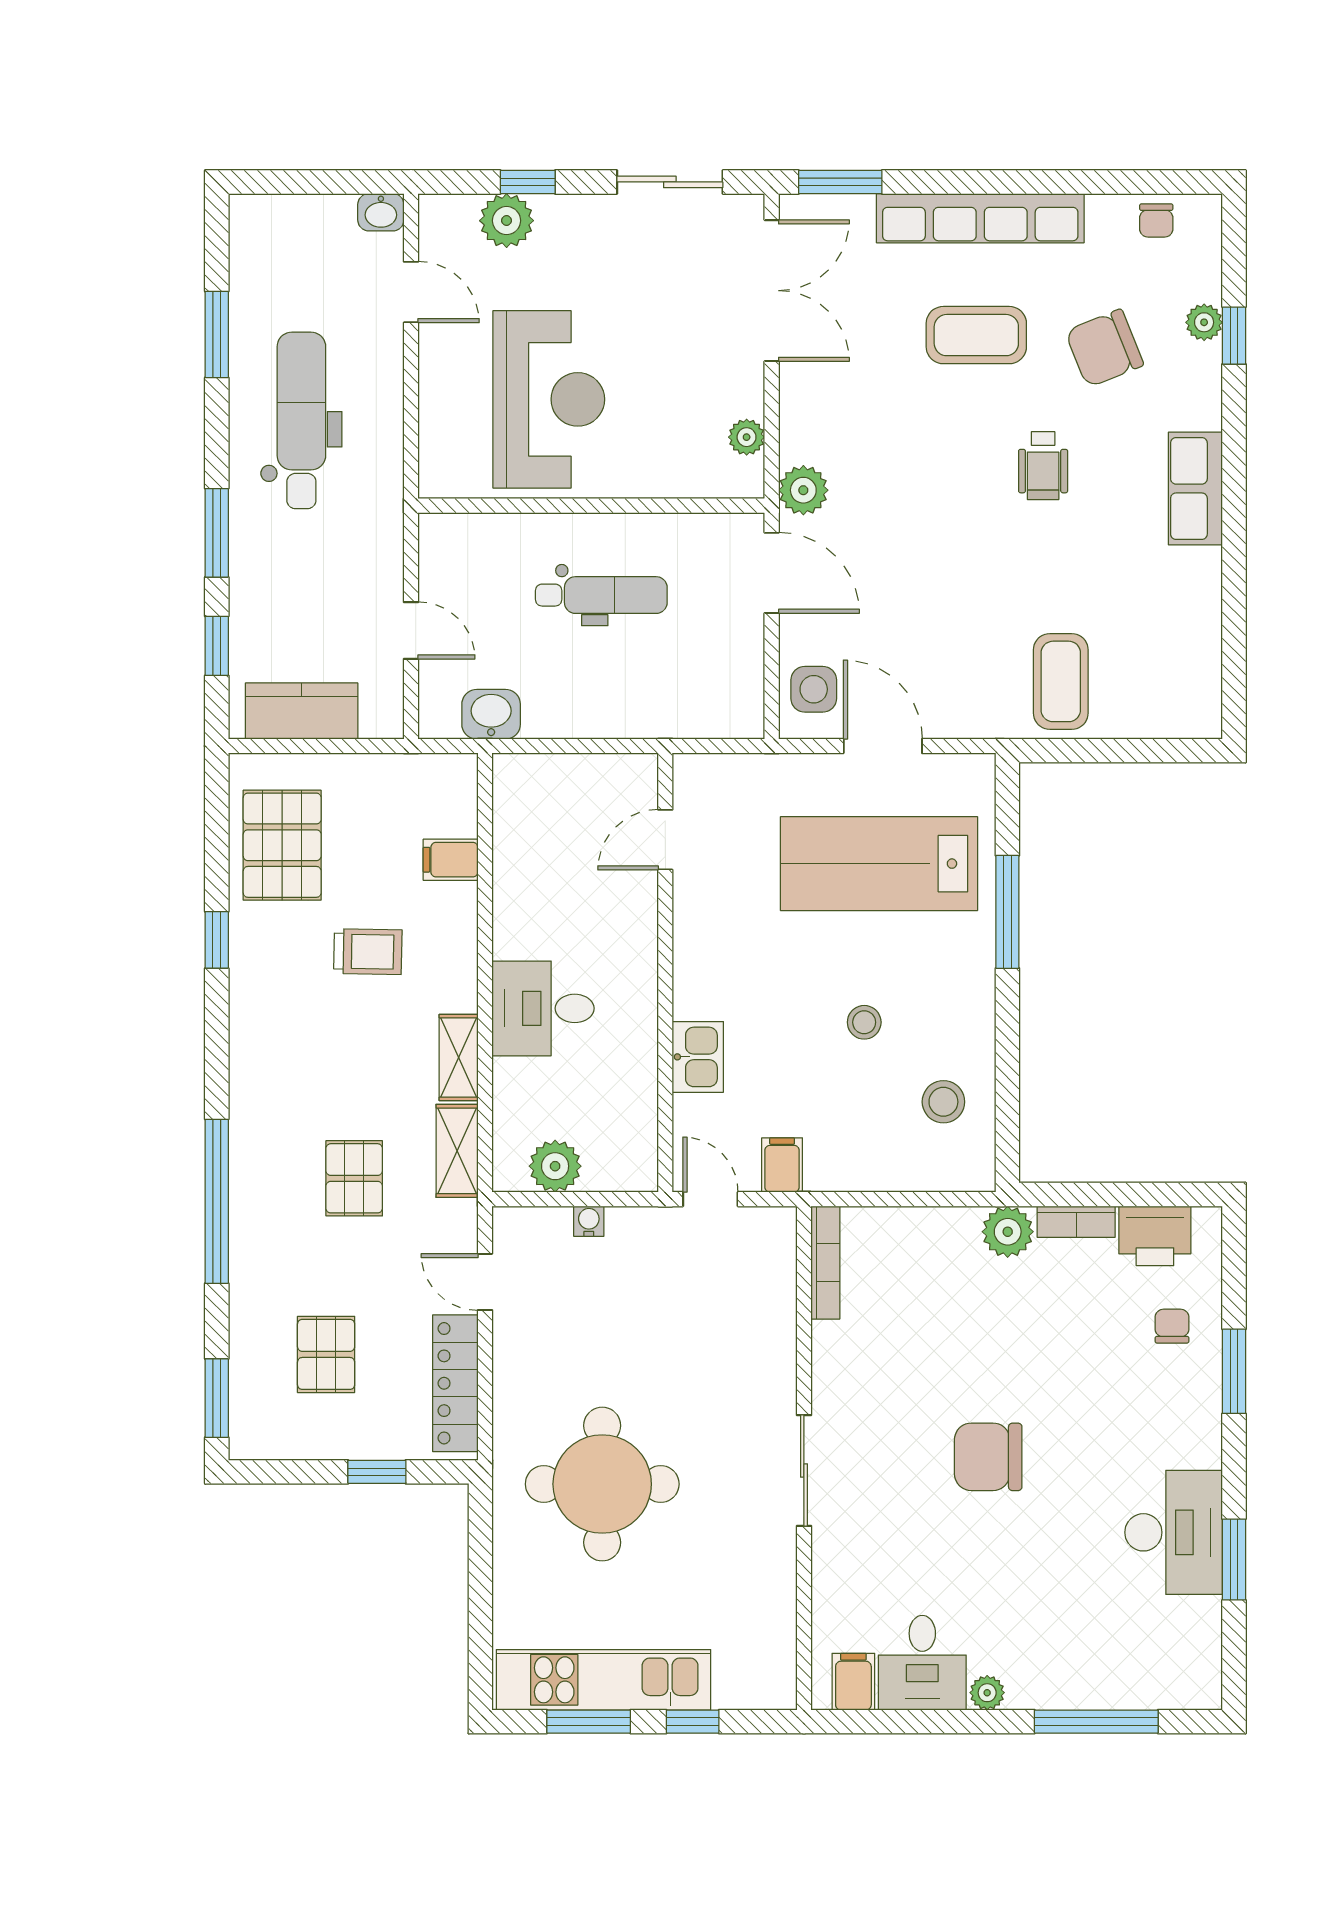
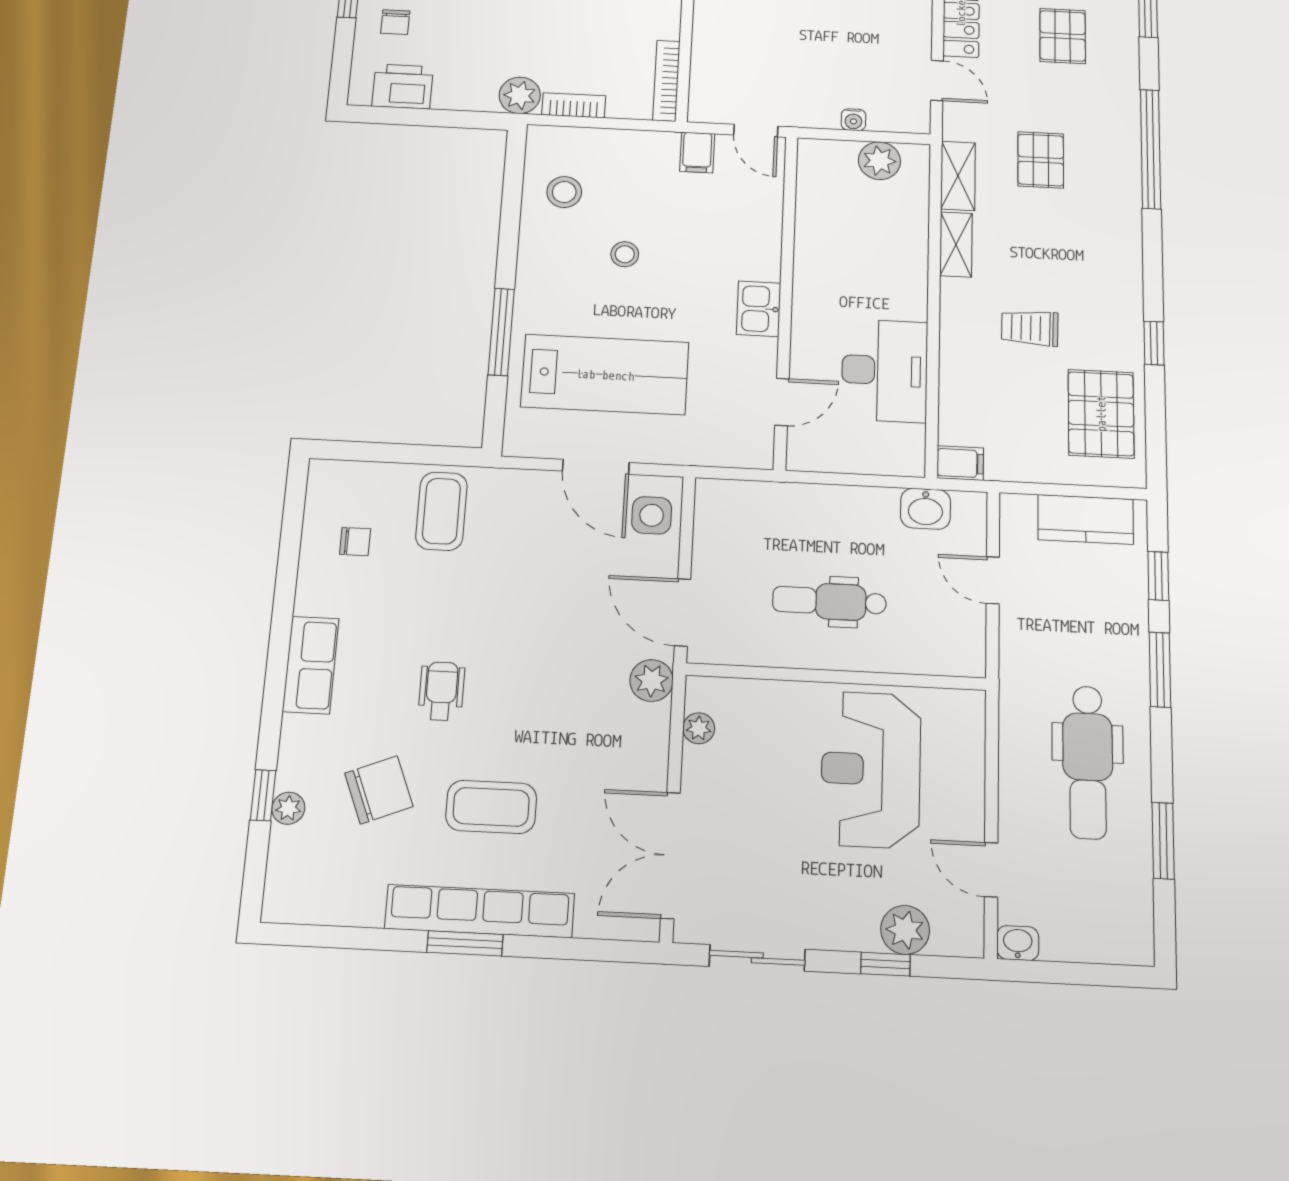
window: (840, 182) -> (465, 943), moved
chair: (1156, 220) -> (355, 542), moved, turned 90
filing cabinet: (451, 860) -> (960, 463), moved
desk: (543, 1008) -> (885, 370), moved, width x1.37
kitchen sink: (698, 1057) -> (759, 309), moved
bookcase: (1076, 1222) -> (574, 105), moved

